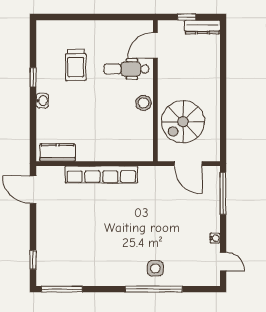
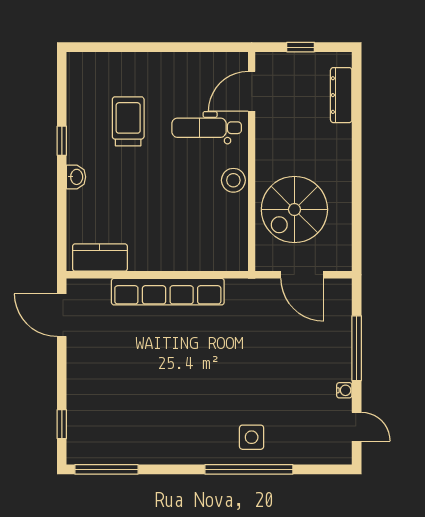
dresser: (202, 27) -> (341, 95), moved, turned 90
trolley: (76, 65) -> (128, 121), turned 180
window: (223, 193) -> (357, 348), moved

